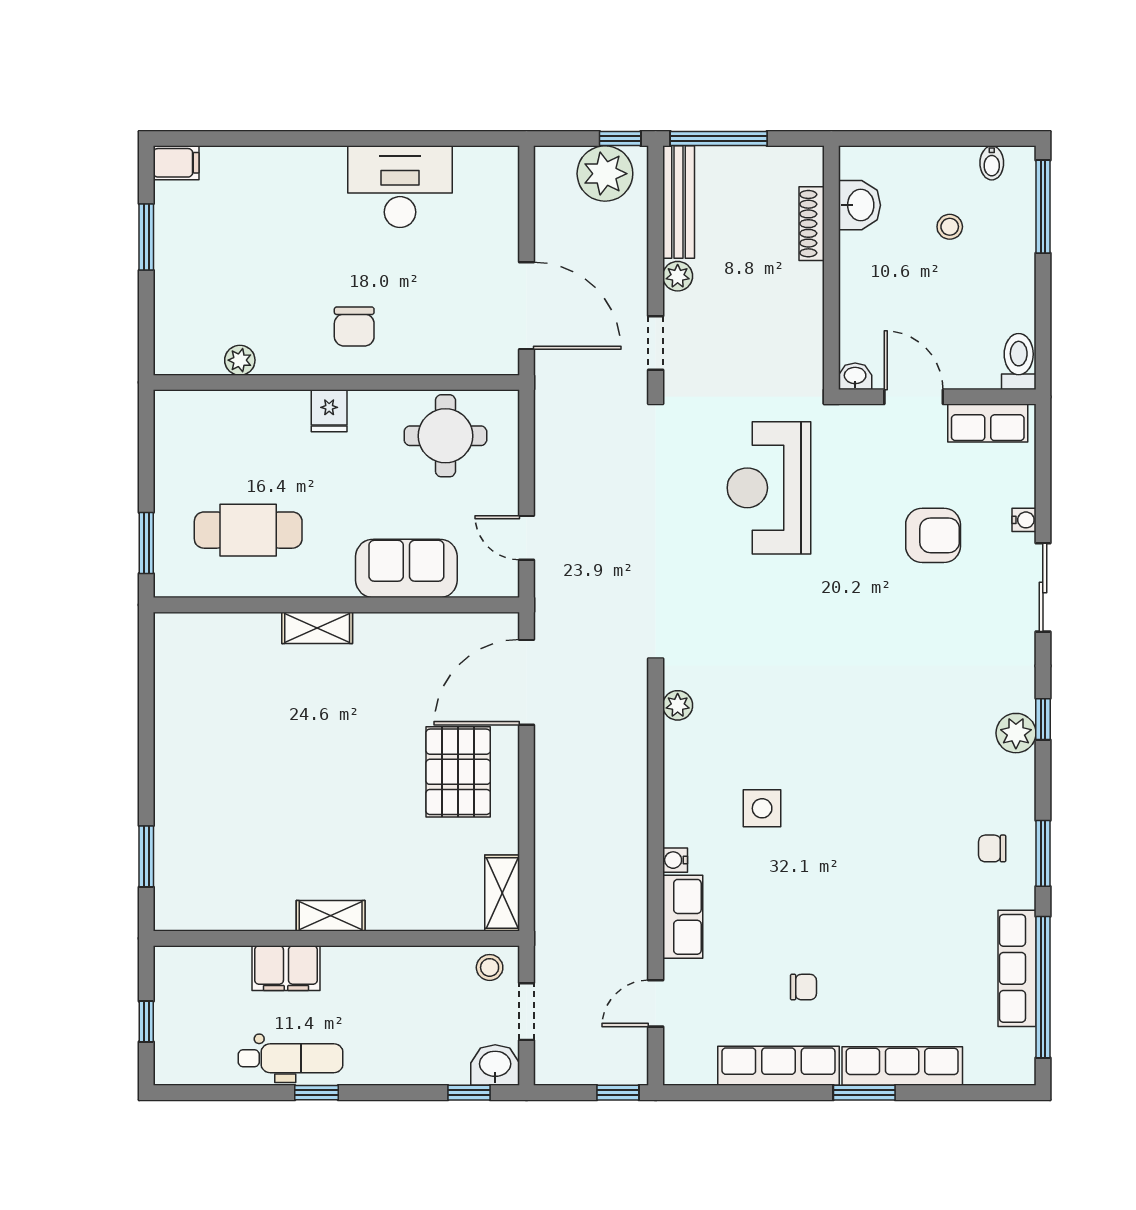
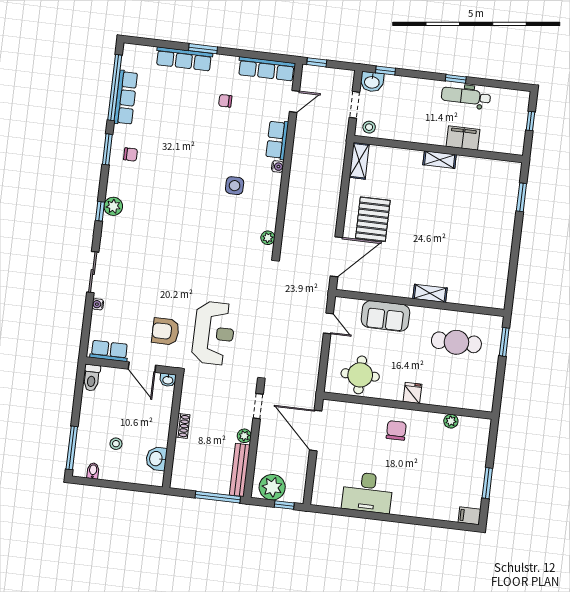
window: (620, 139) -> (284, 505), moved
shoe rack: (812, 224) -> (183, 426), moved, width x0.70
armchair: (933, 535) -> (165, 331), moved
row of seats: (778, 1066) -> (267, 69), moved

